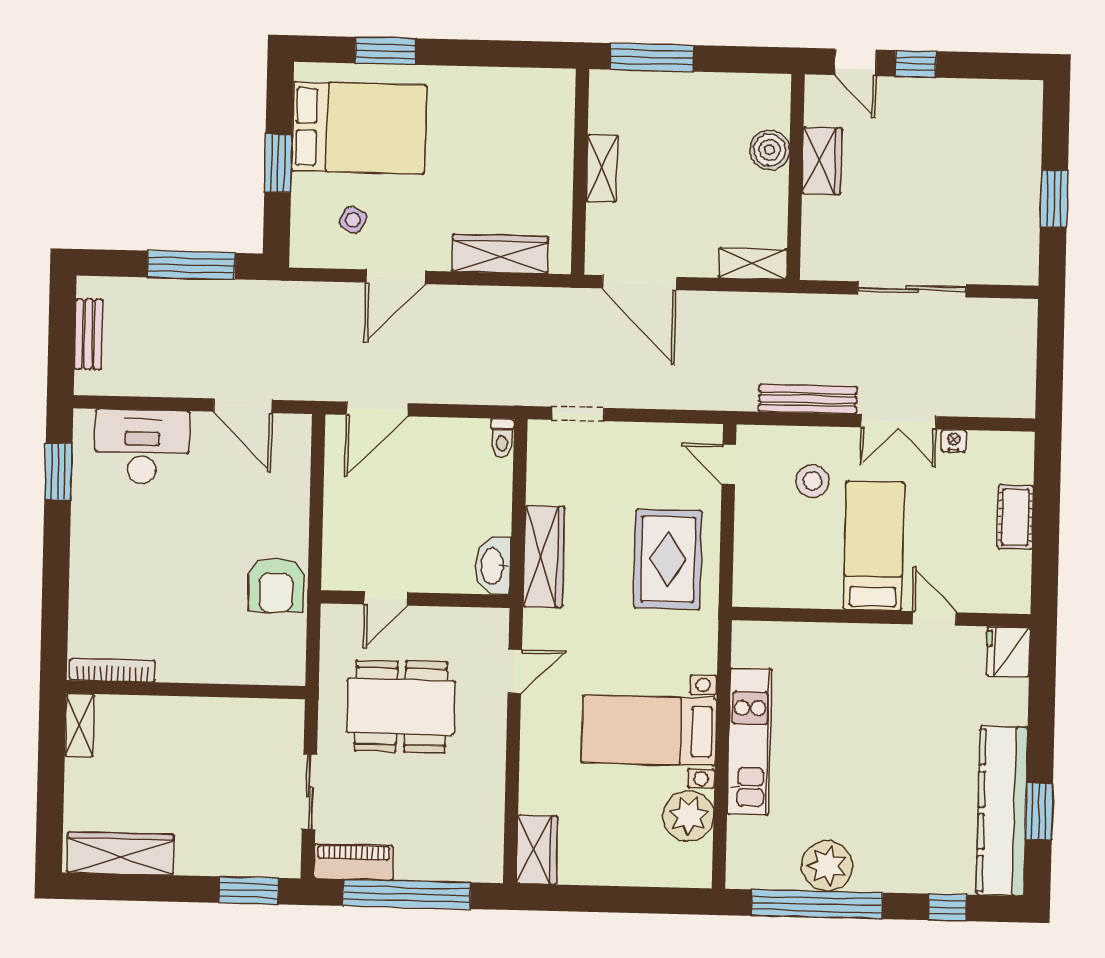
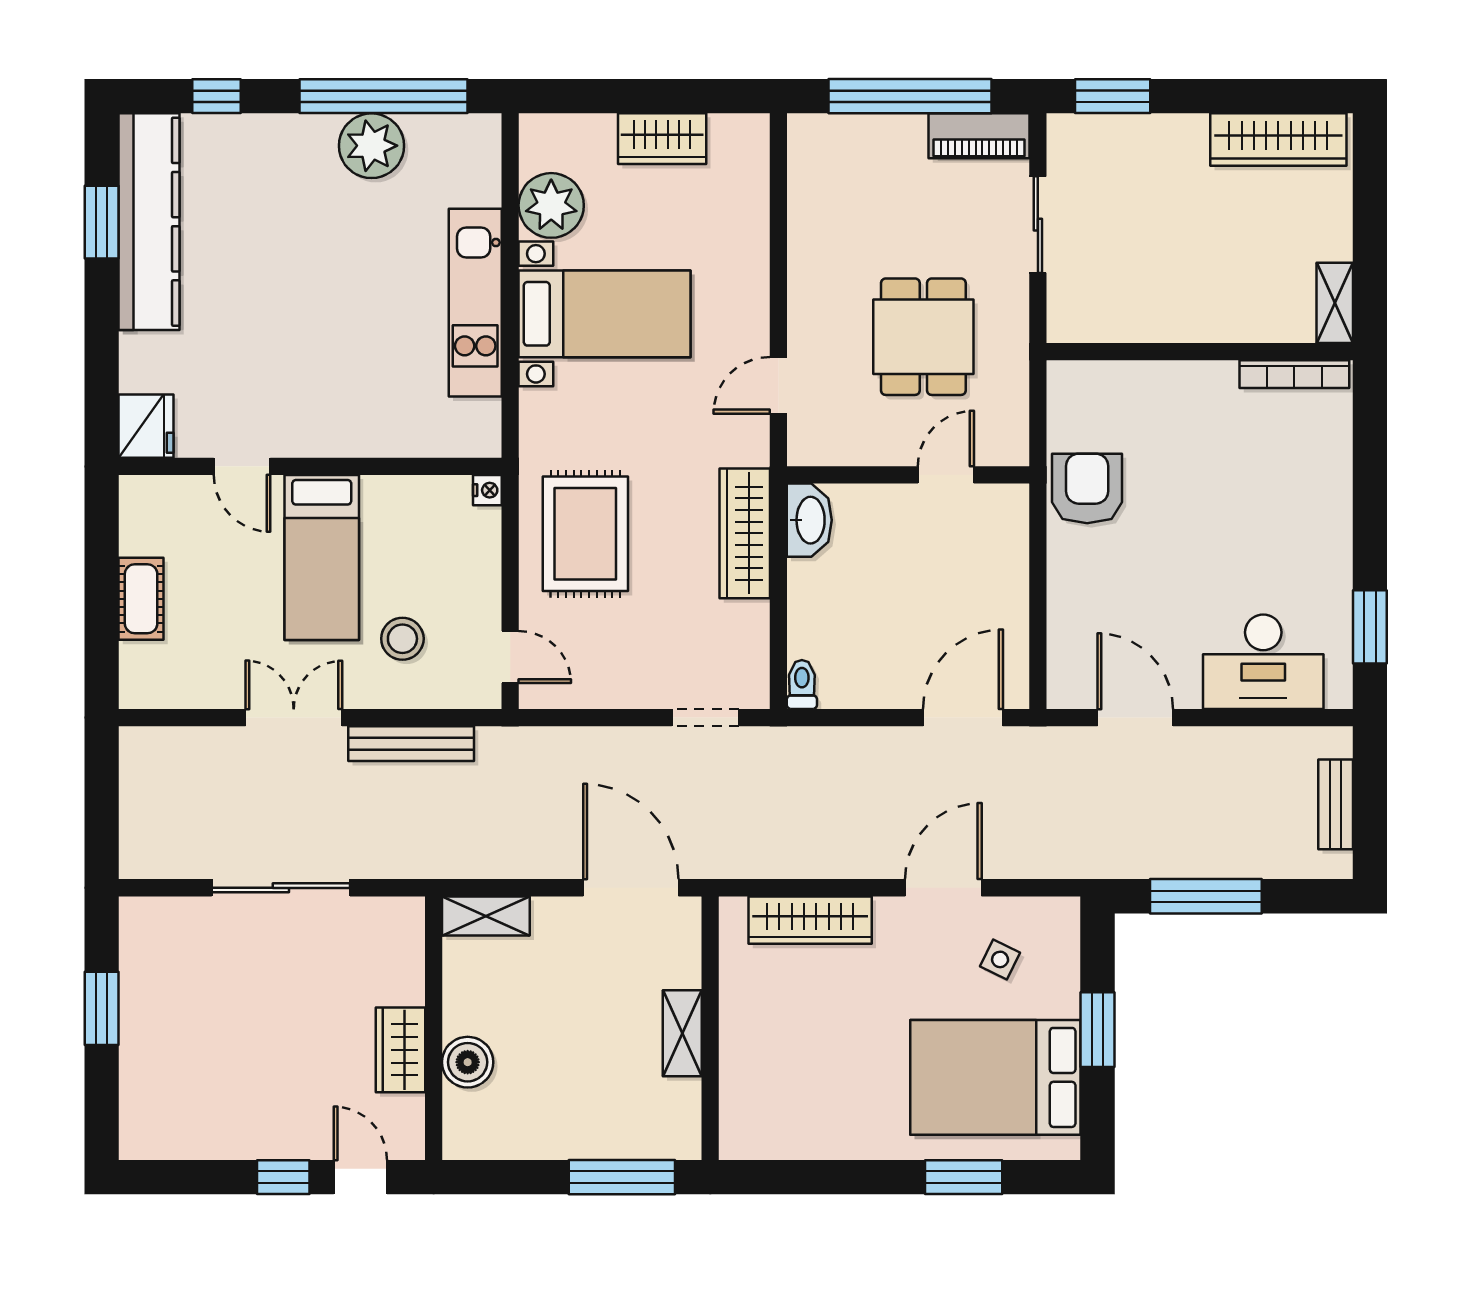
nightstand: (954, 441) -> (487, 490), moved, turned -90
dining table: (401, 707) -> (923, 337), width x0.73
wardrobe: (537, 850) -> (662, 139), moved, turned -90

